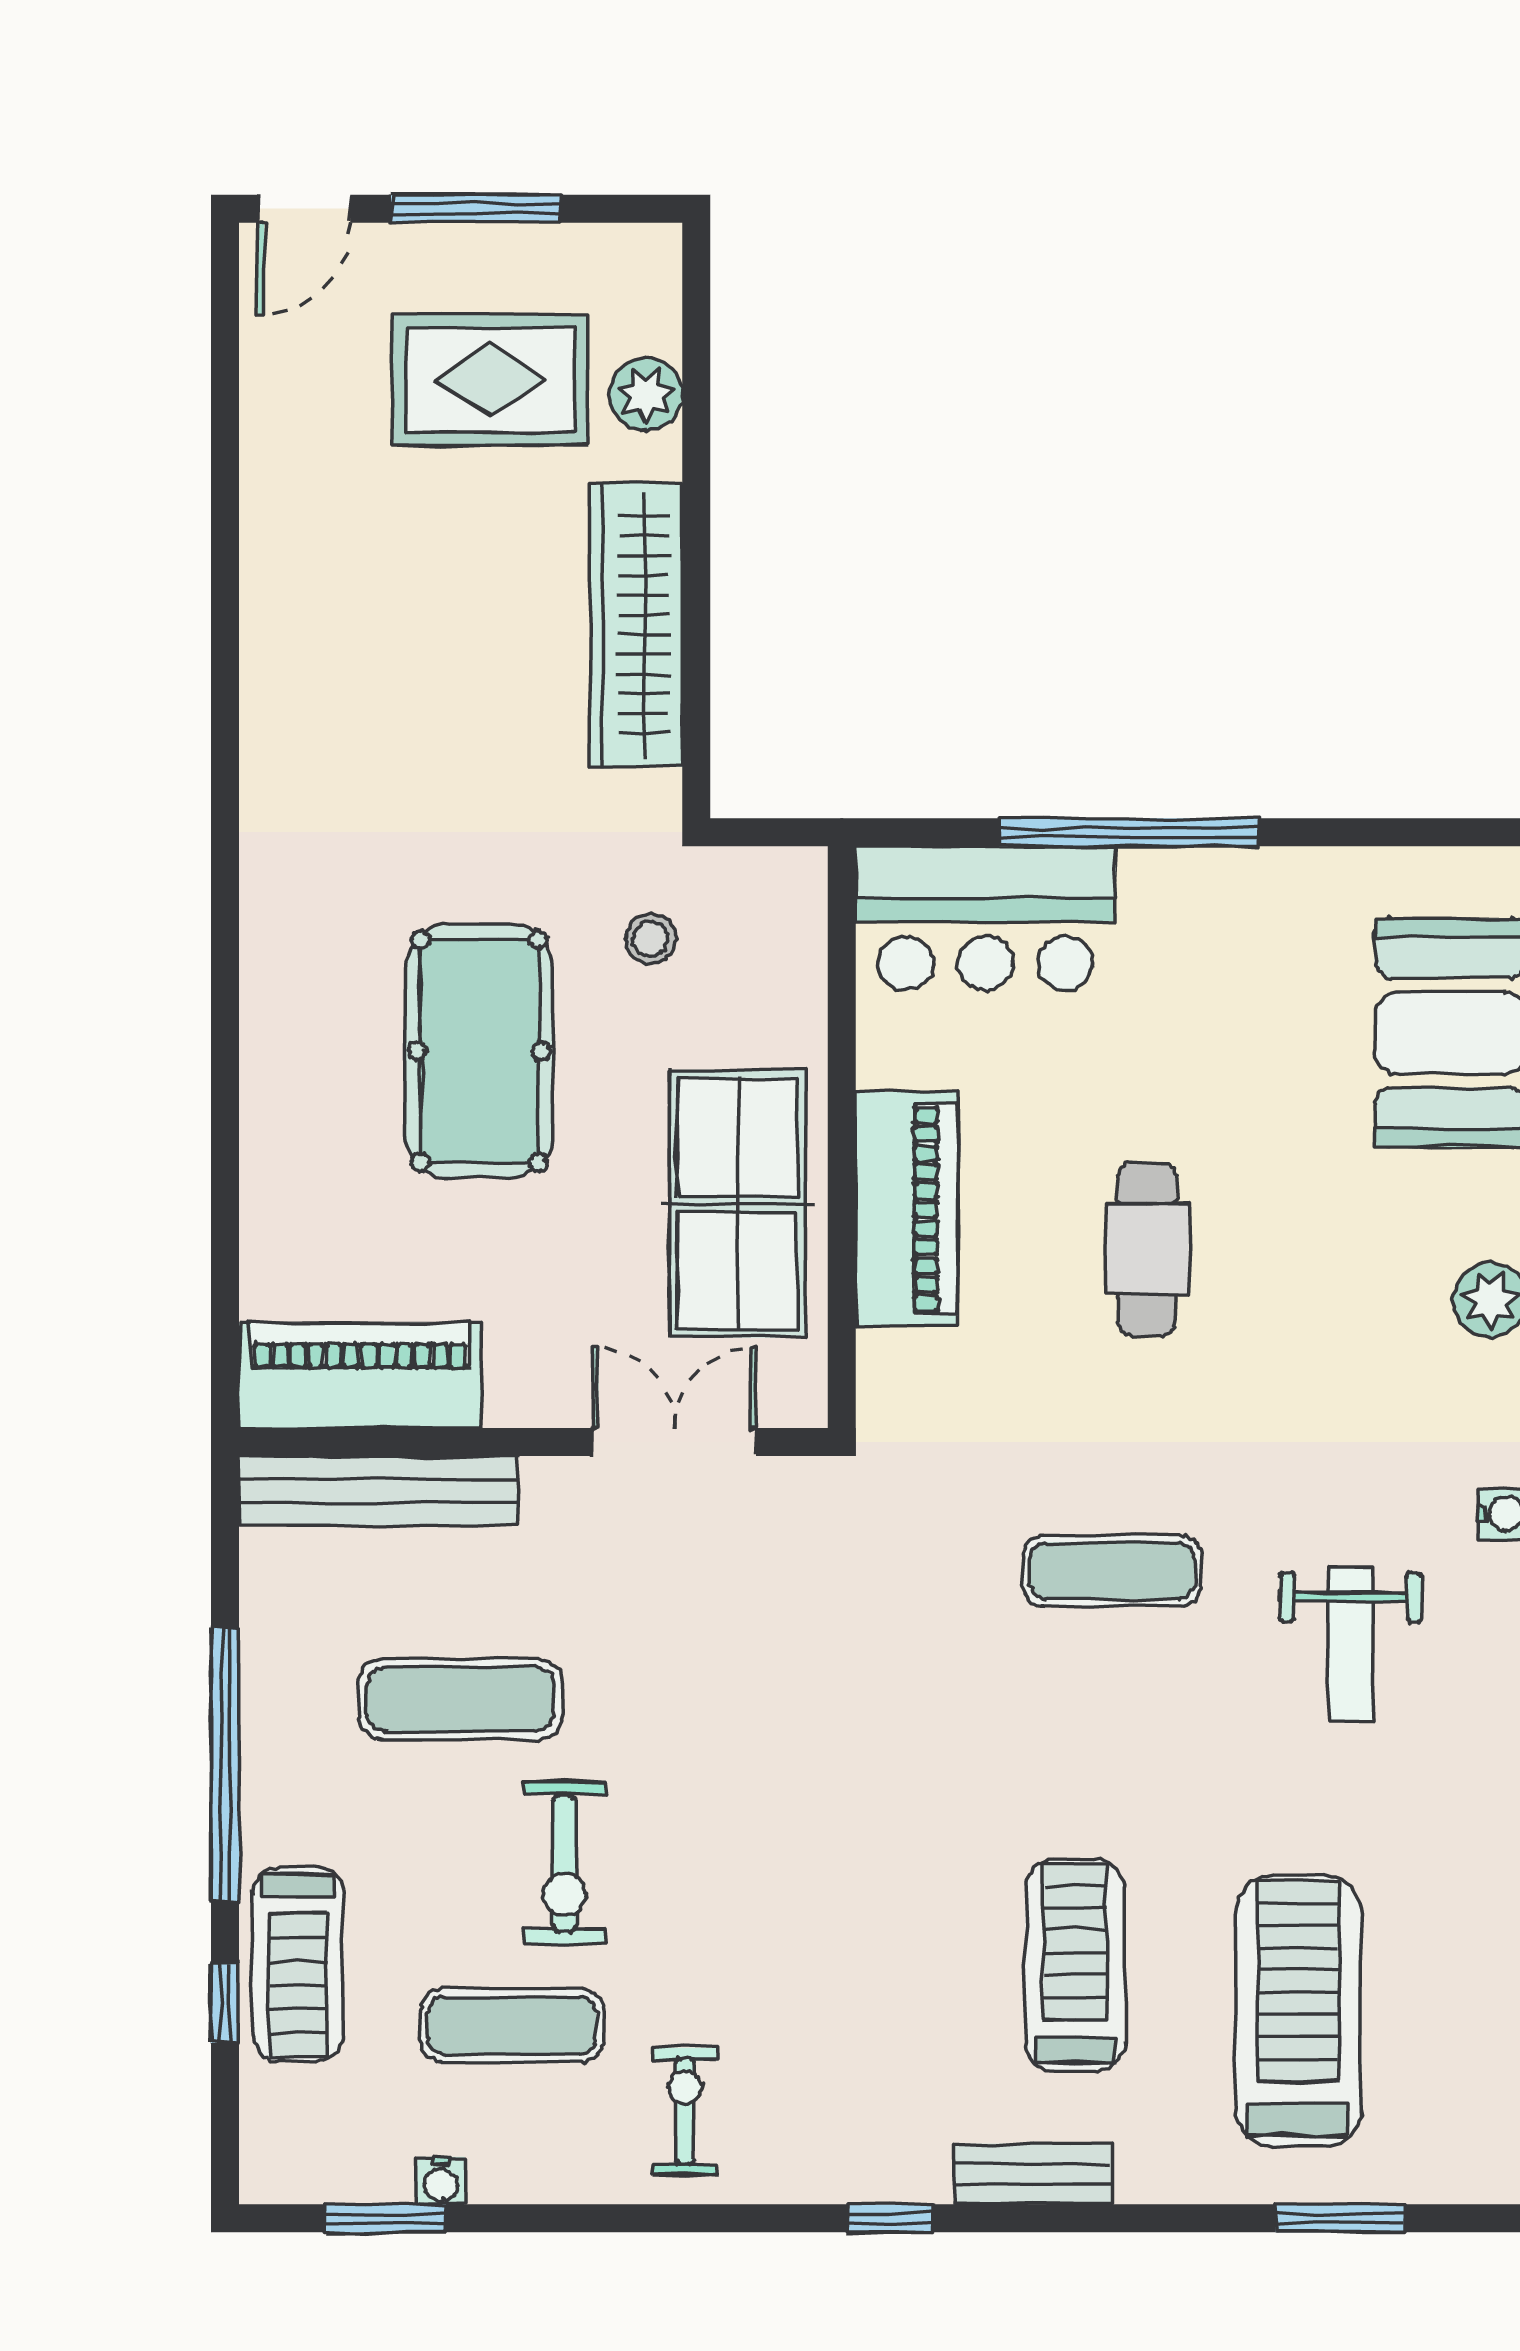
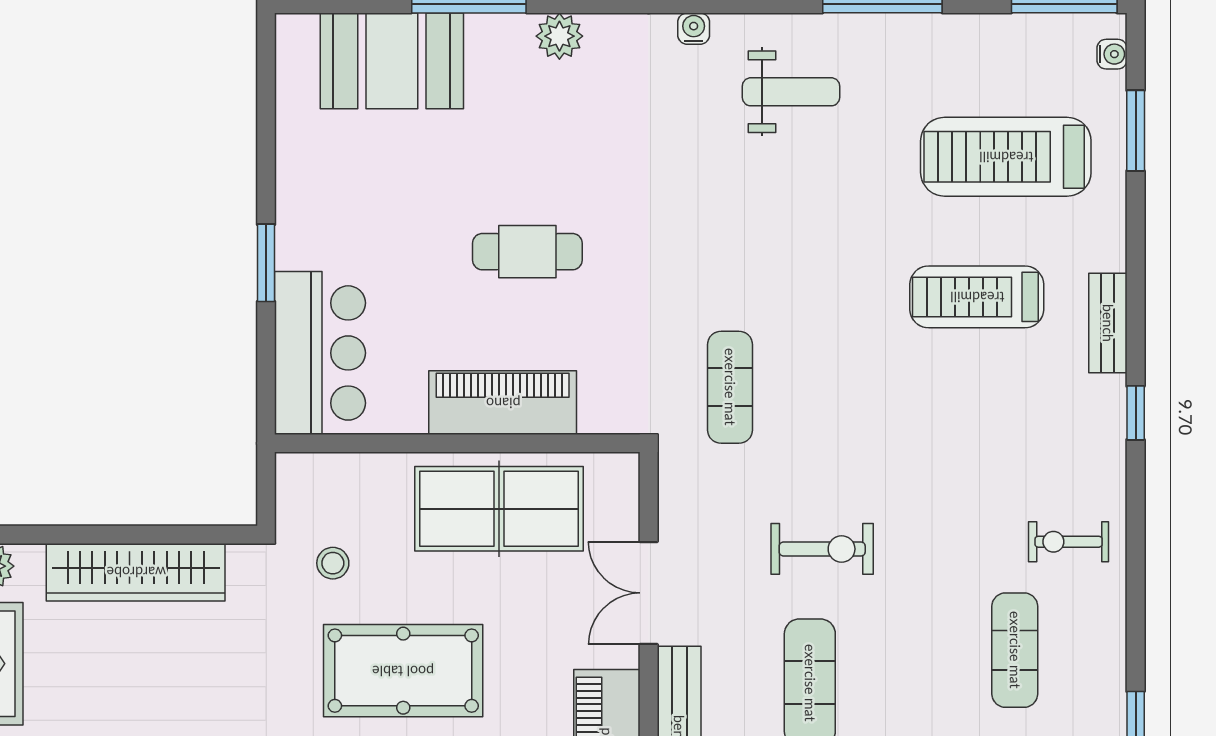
window: (1129, 832) -> (266, 263), width x0.47
double door: (674, 1442) -> (649, 593), moved
exercise mat: (1112, 1571) -> (730, 387), moved
weight bench: (1351, 1644) -> (791, 92), moved
exercise bike: (564, 1863) -> (822, 549), moved
water cooler: (441, 2181) -> (1112, 54), moved

